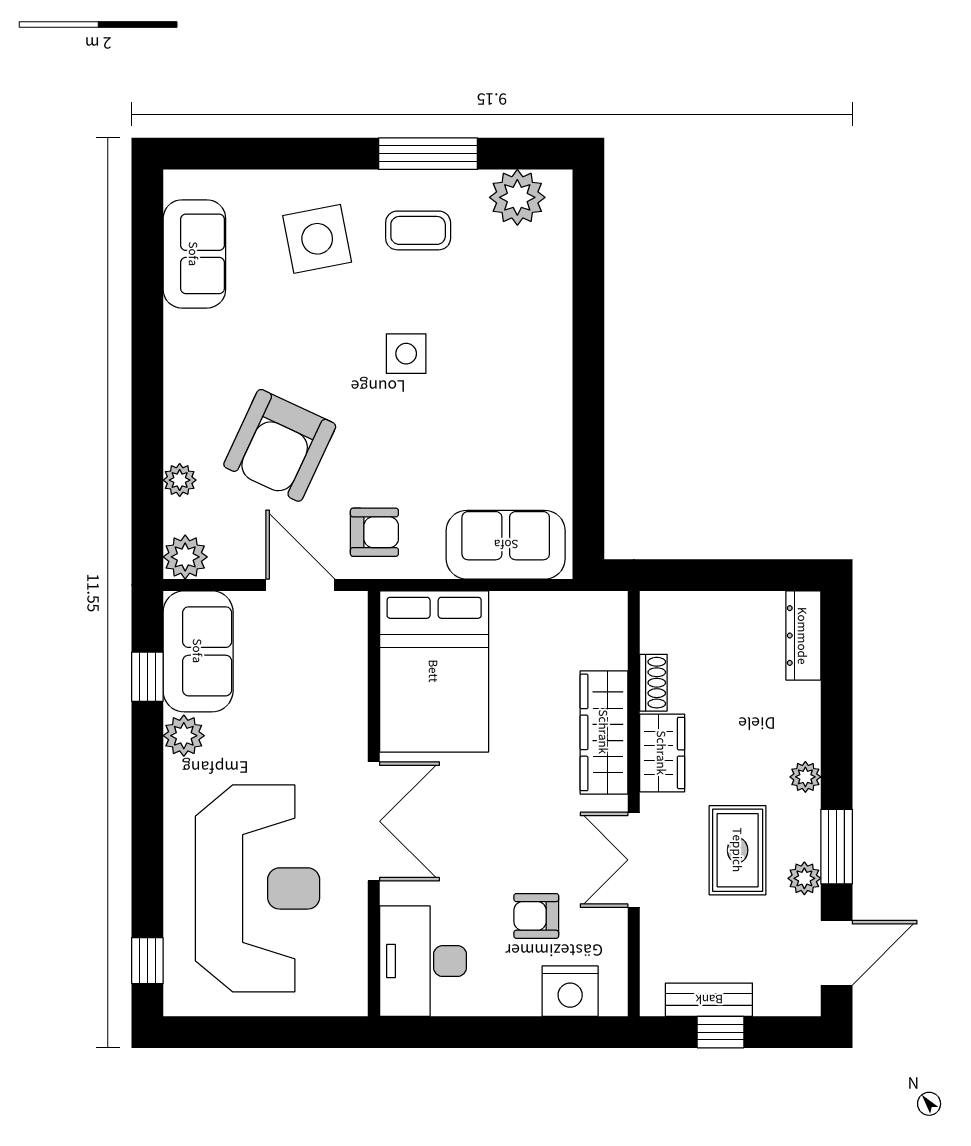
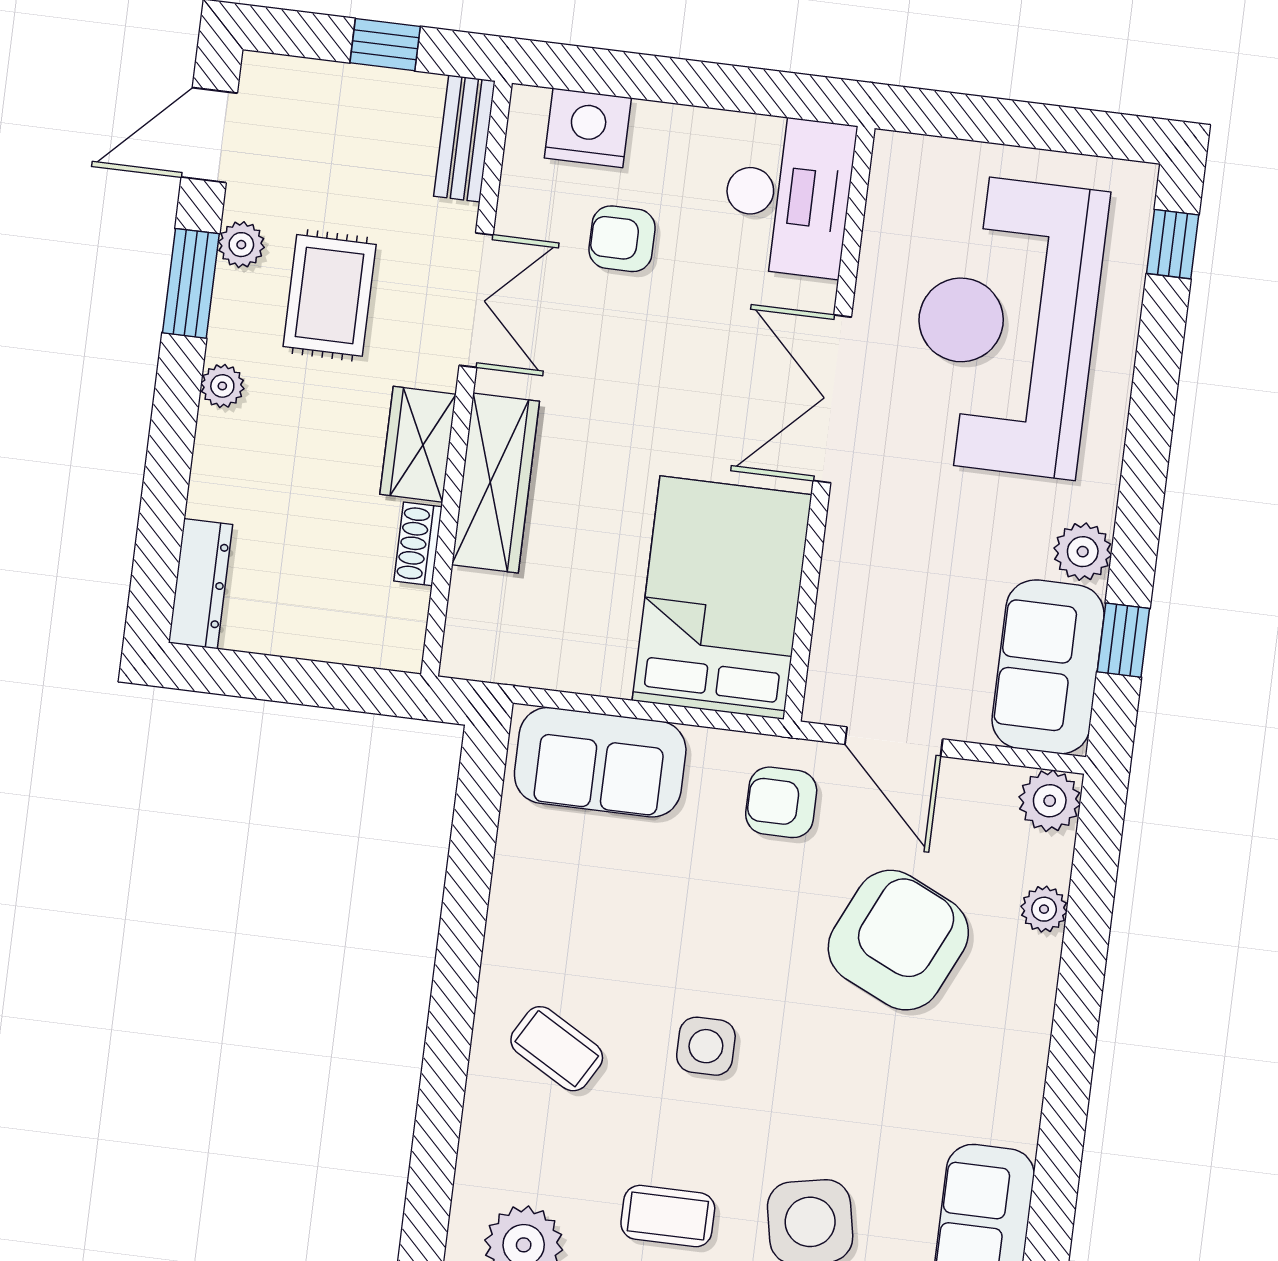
coffee table: (511, 339) -> (557, 1049), added
armchair: (536, 916) -> (622, 239), turned 180
bench: (709, 1000) -> (464, 139), moved, turned 90

